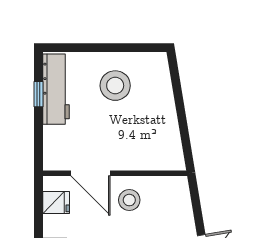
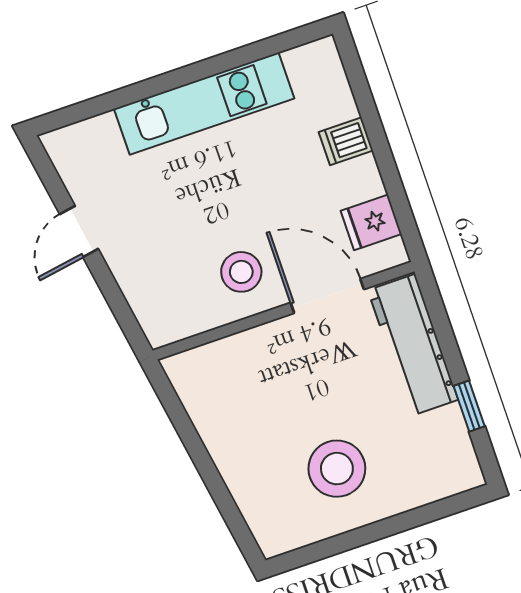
workbench: (56, 89) -> (413, 345), moved

